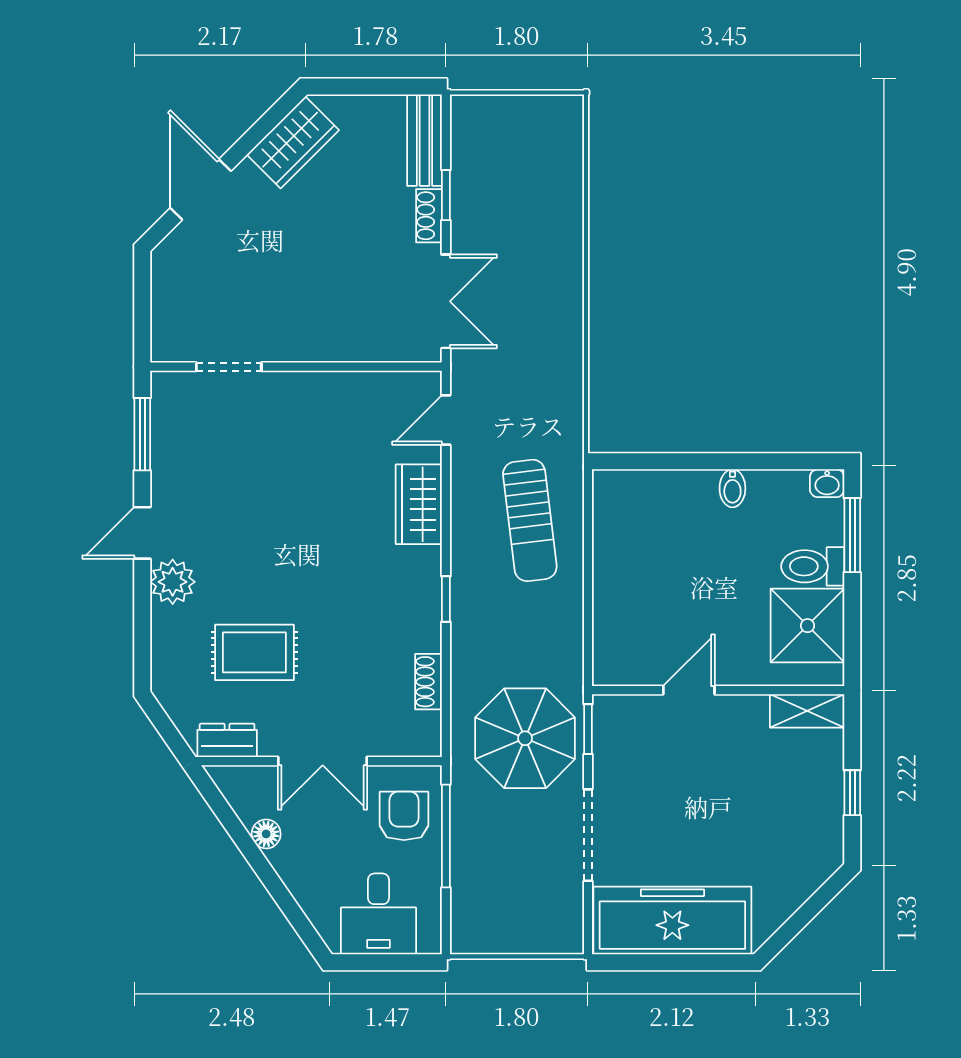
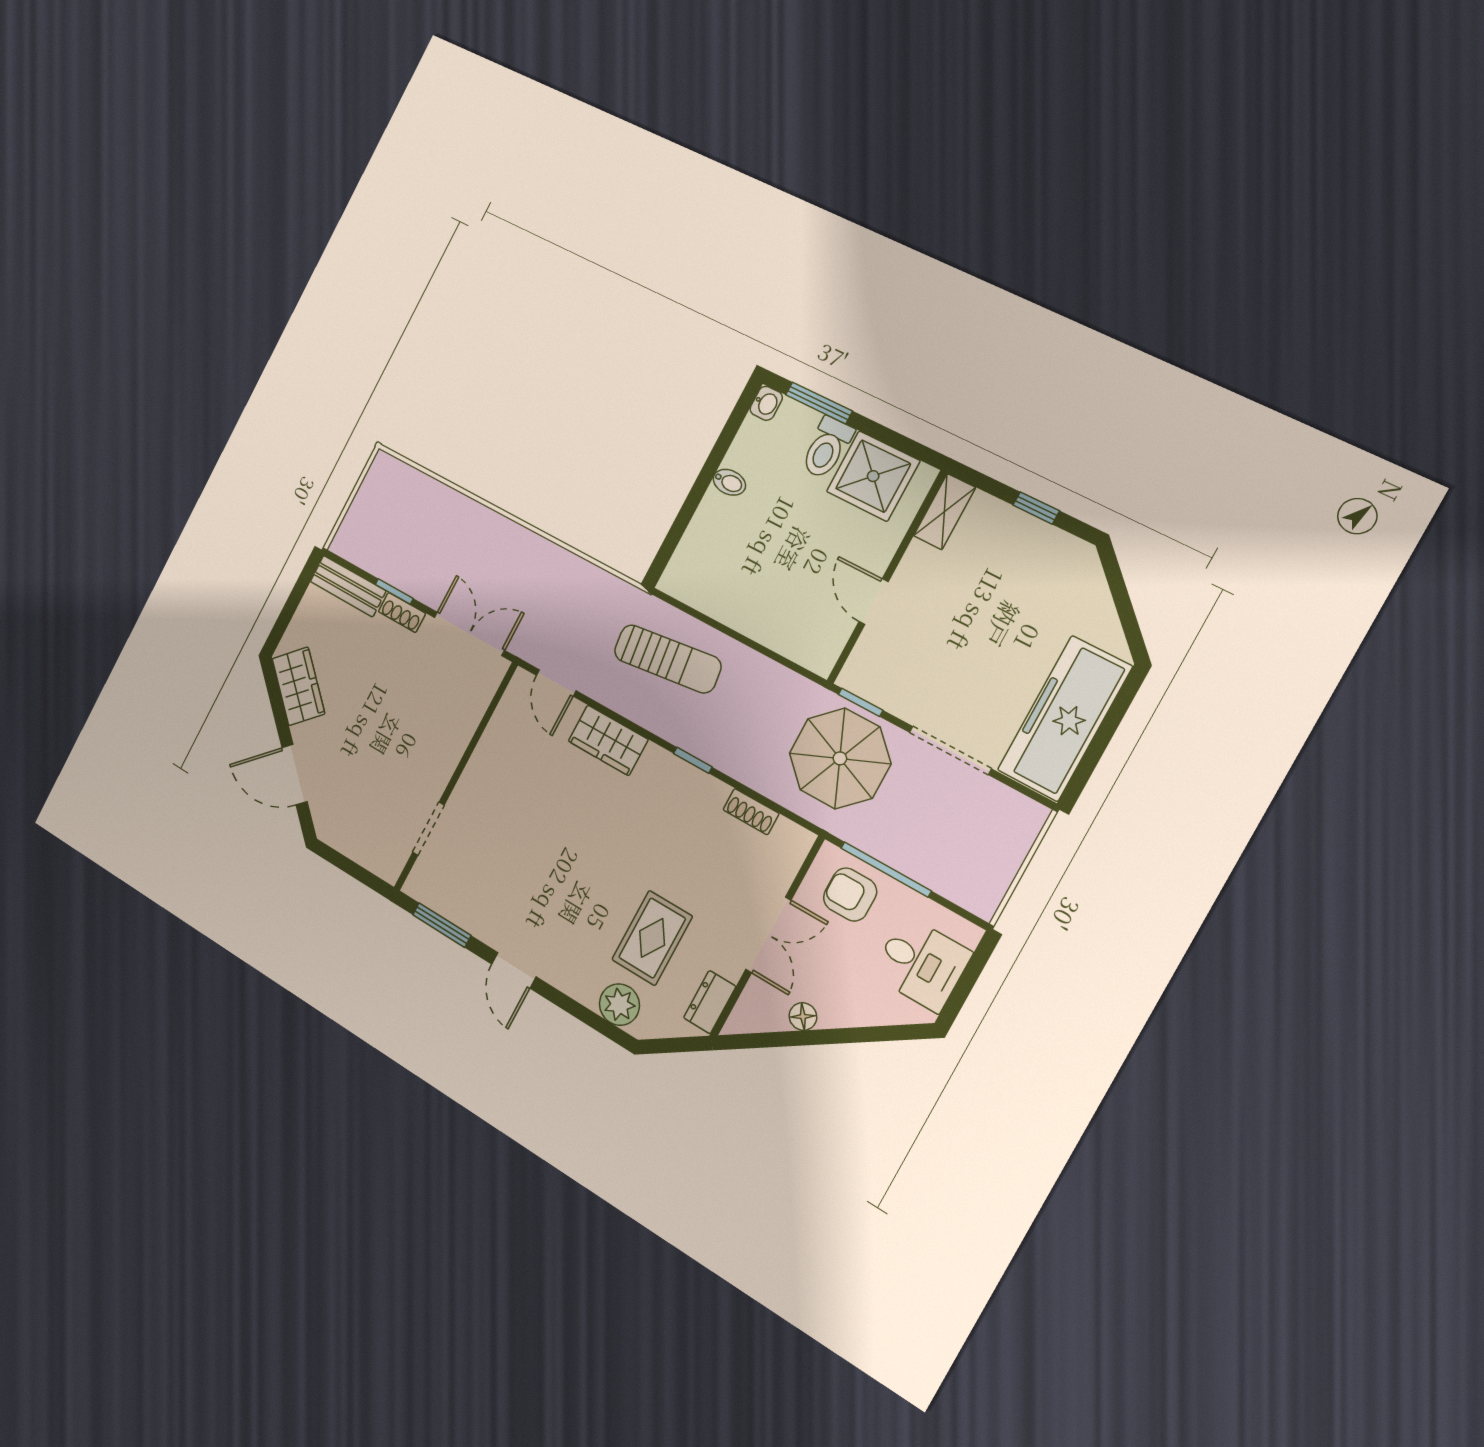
plant: (173, 582) -> (619, 1005), moved

